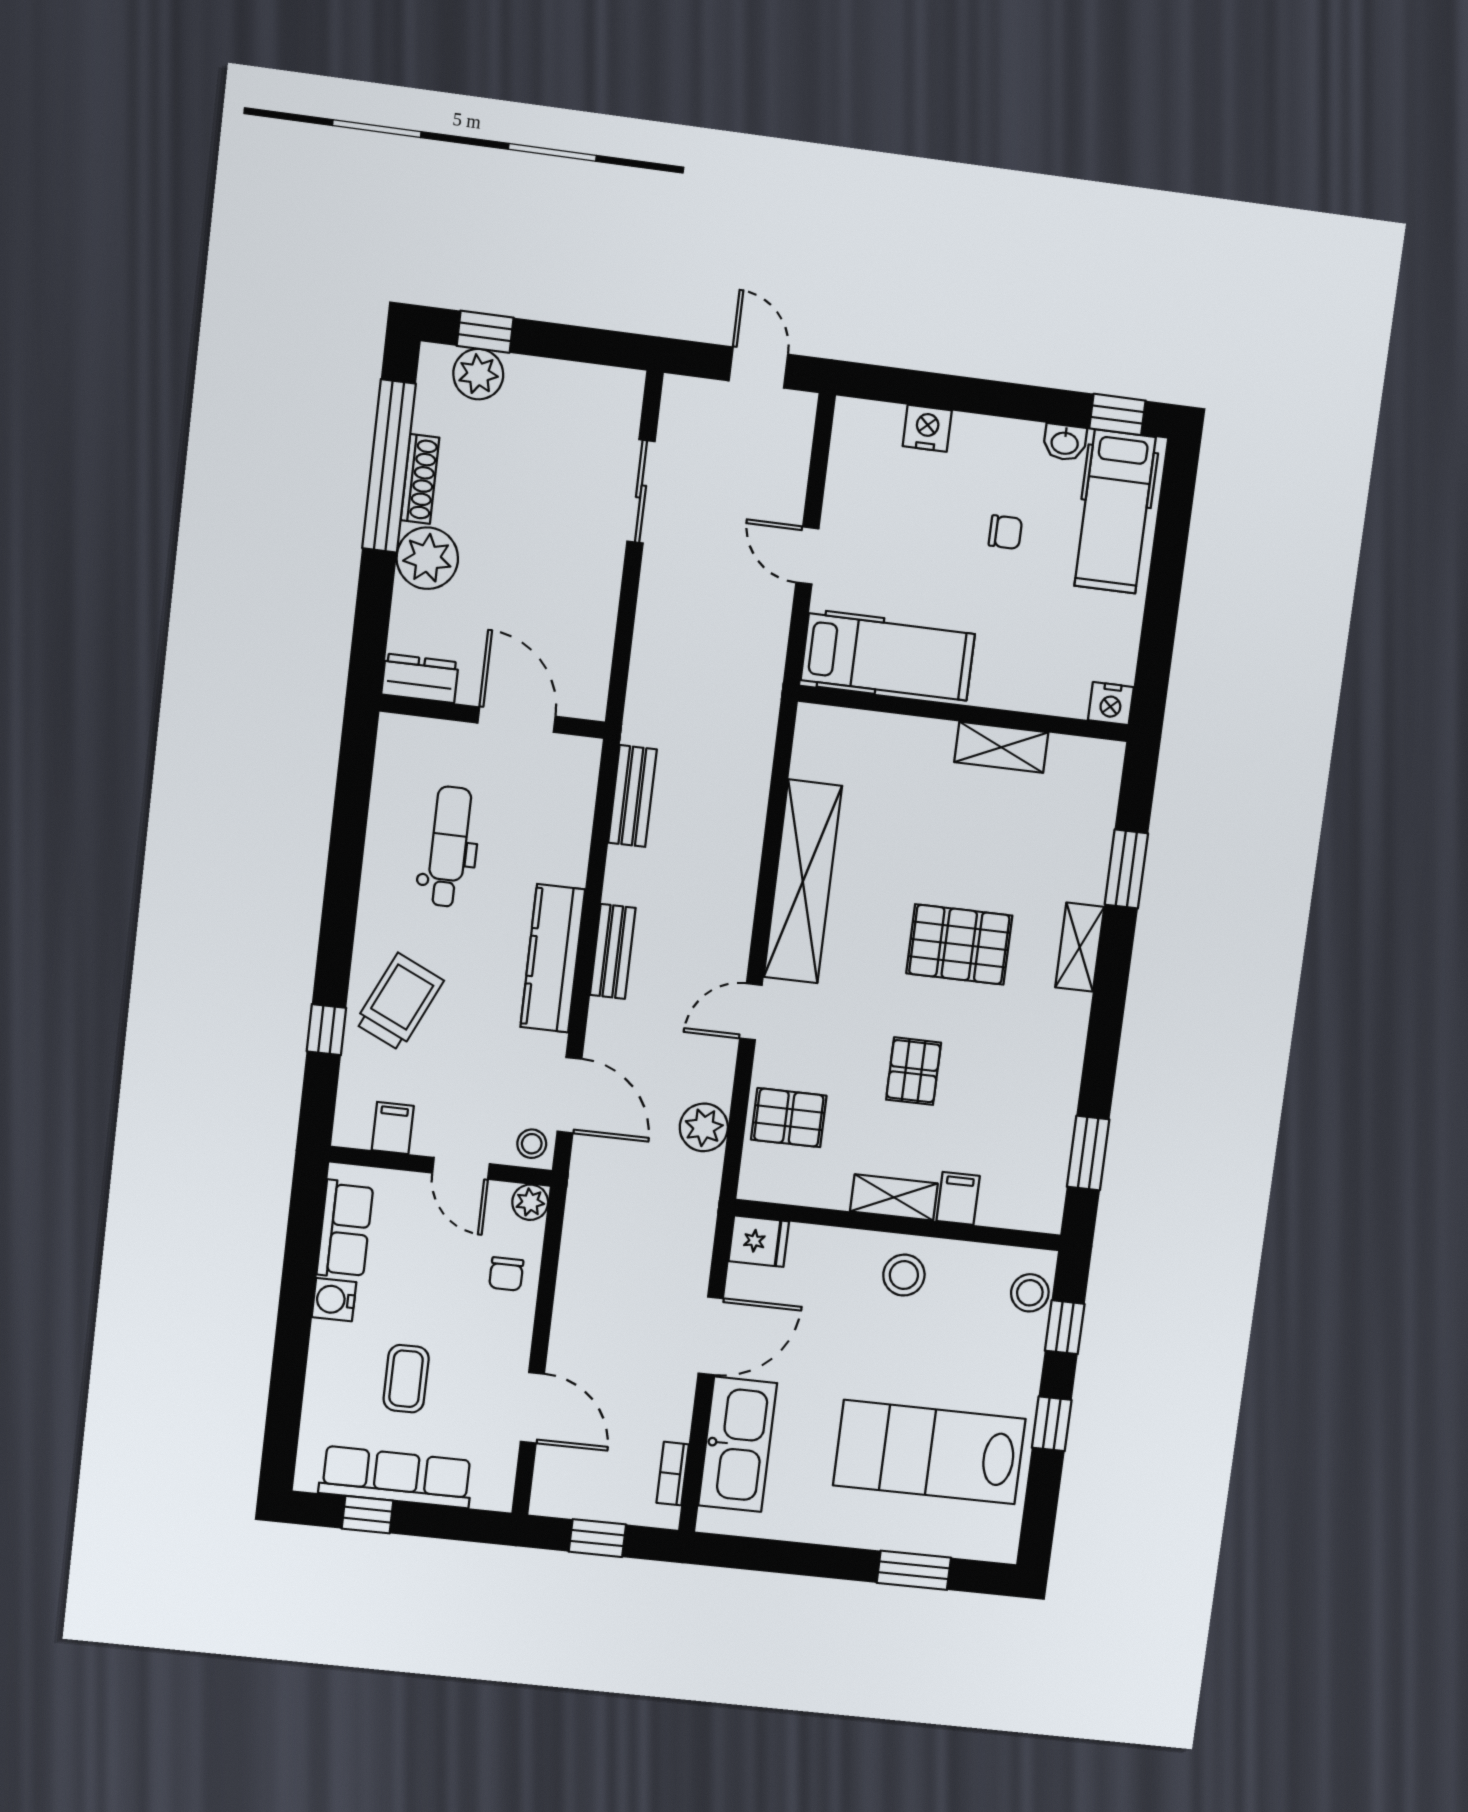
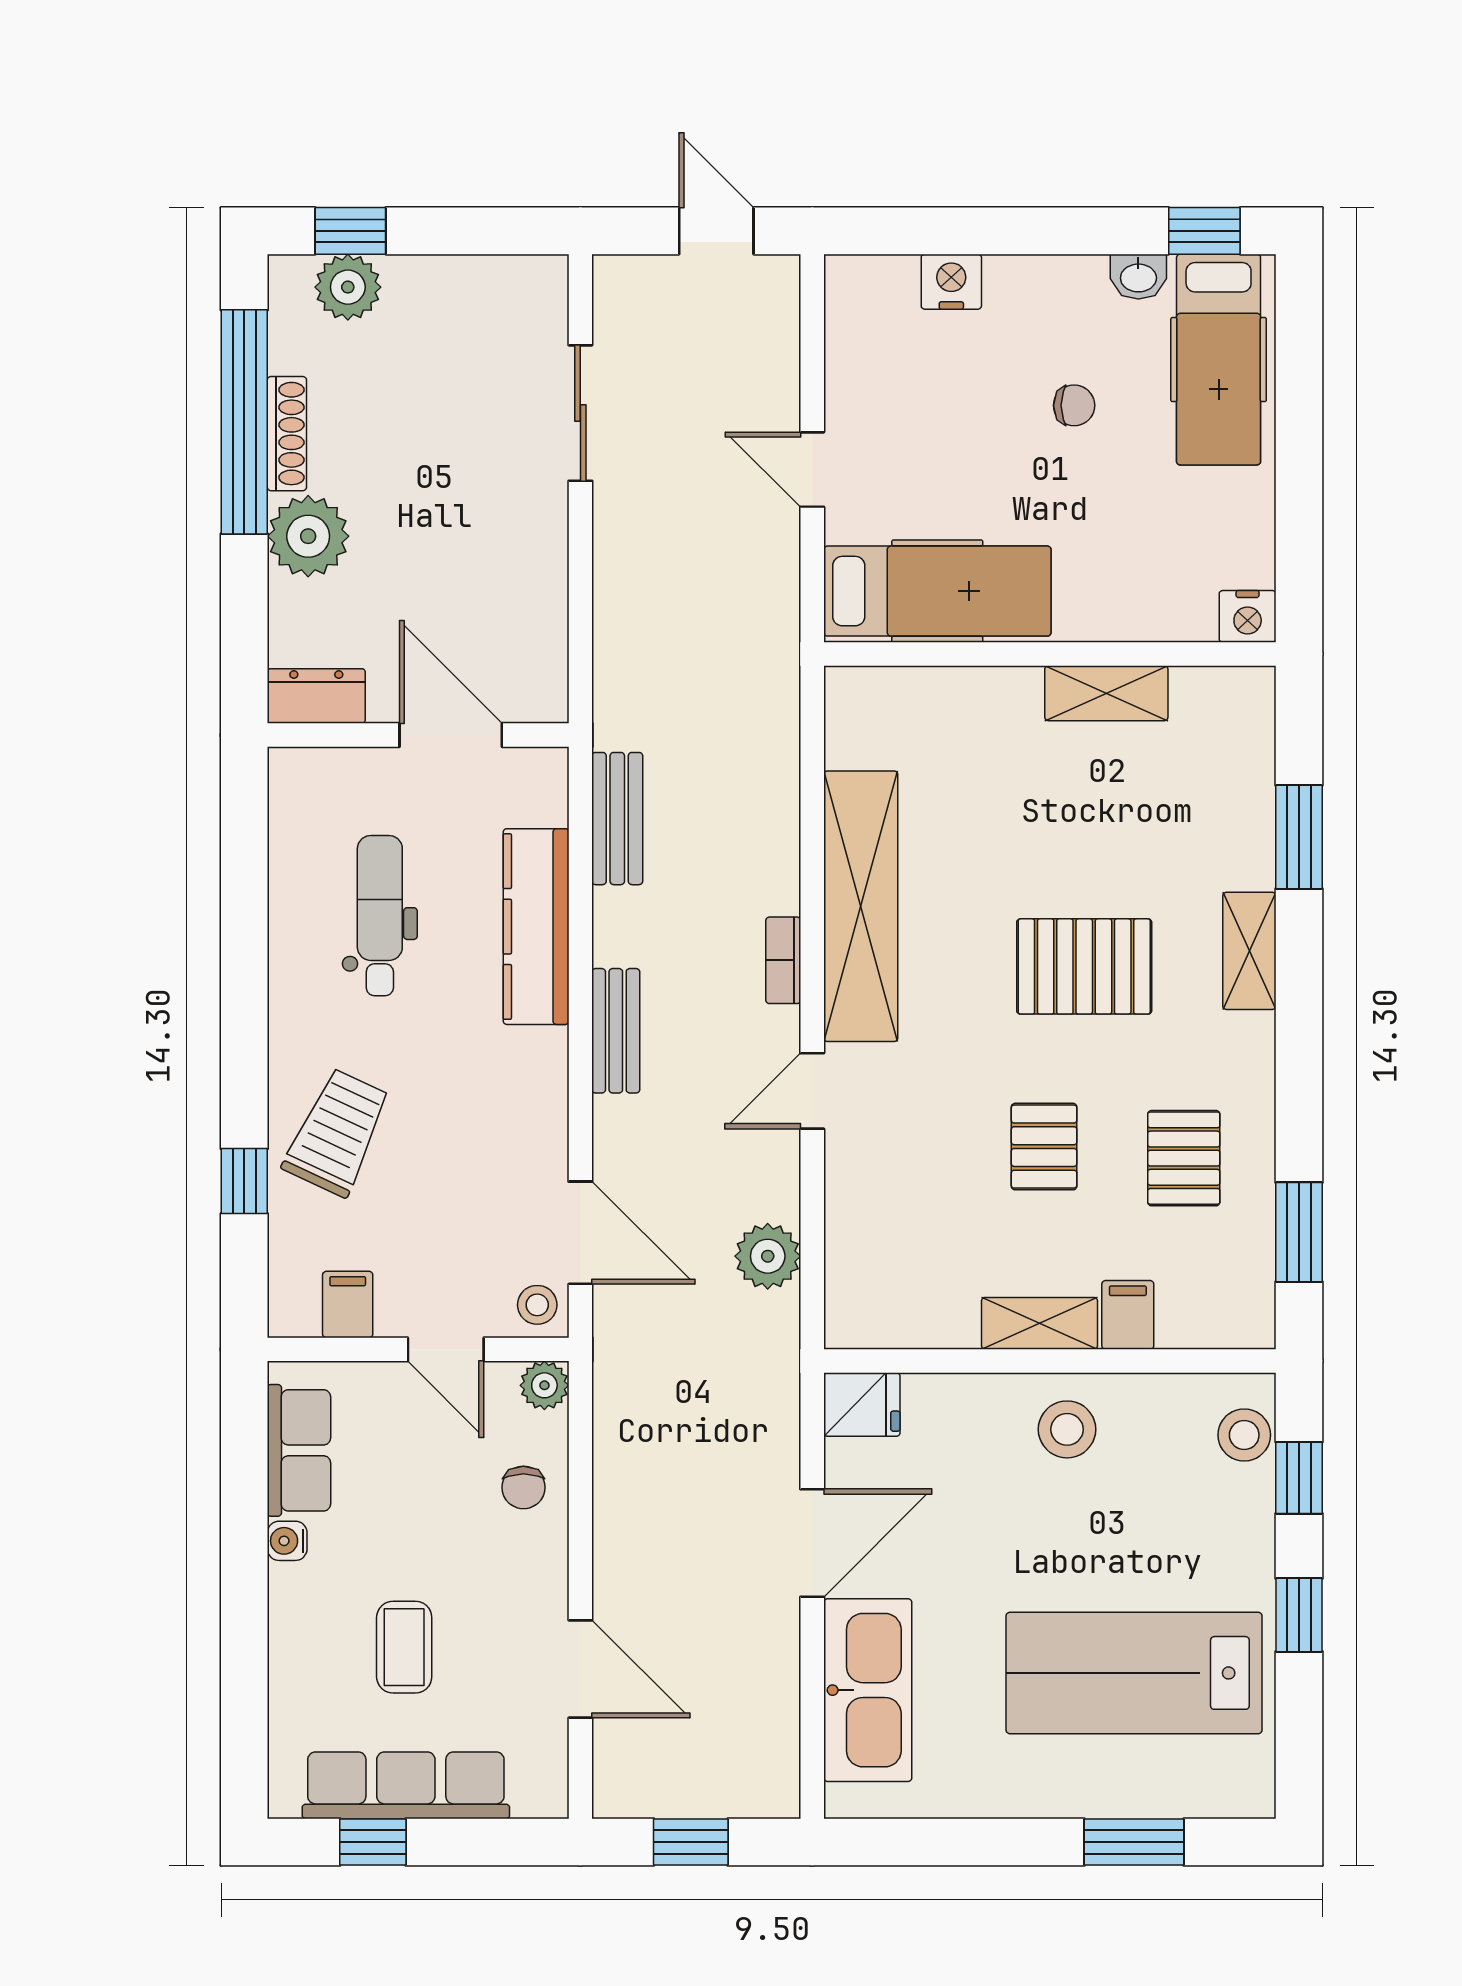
kitchen counter: (553, 958) -> (536, 927), moved
pallet: (789, 1118) -> (1184, 1158), moved, turned 90
water cooler: (334, 1300) -> (287, 1541), width x0.72, depth x0.72
bookcase: (673, 1474) -> (783, 960), moved

